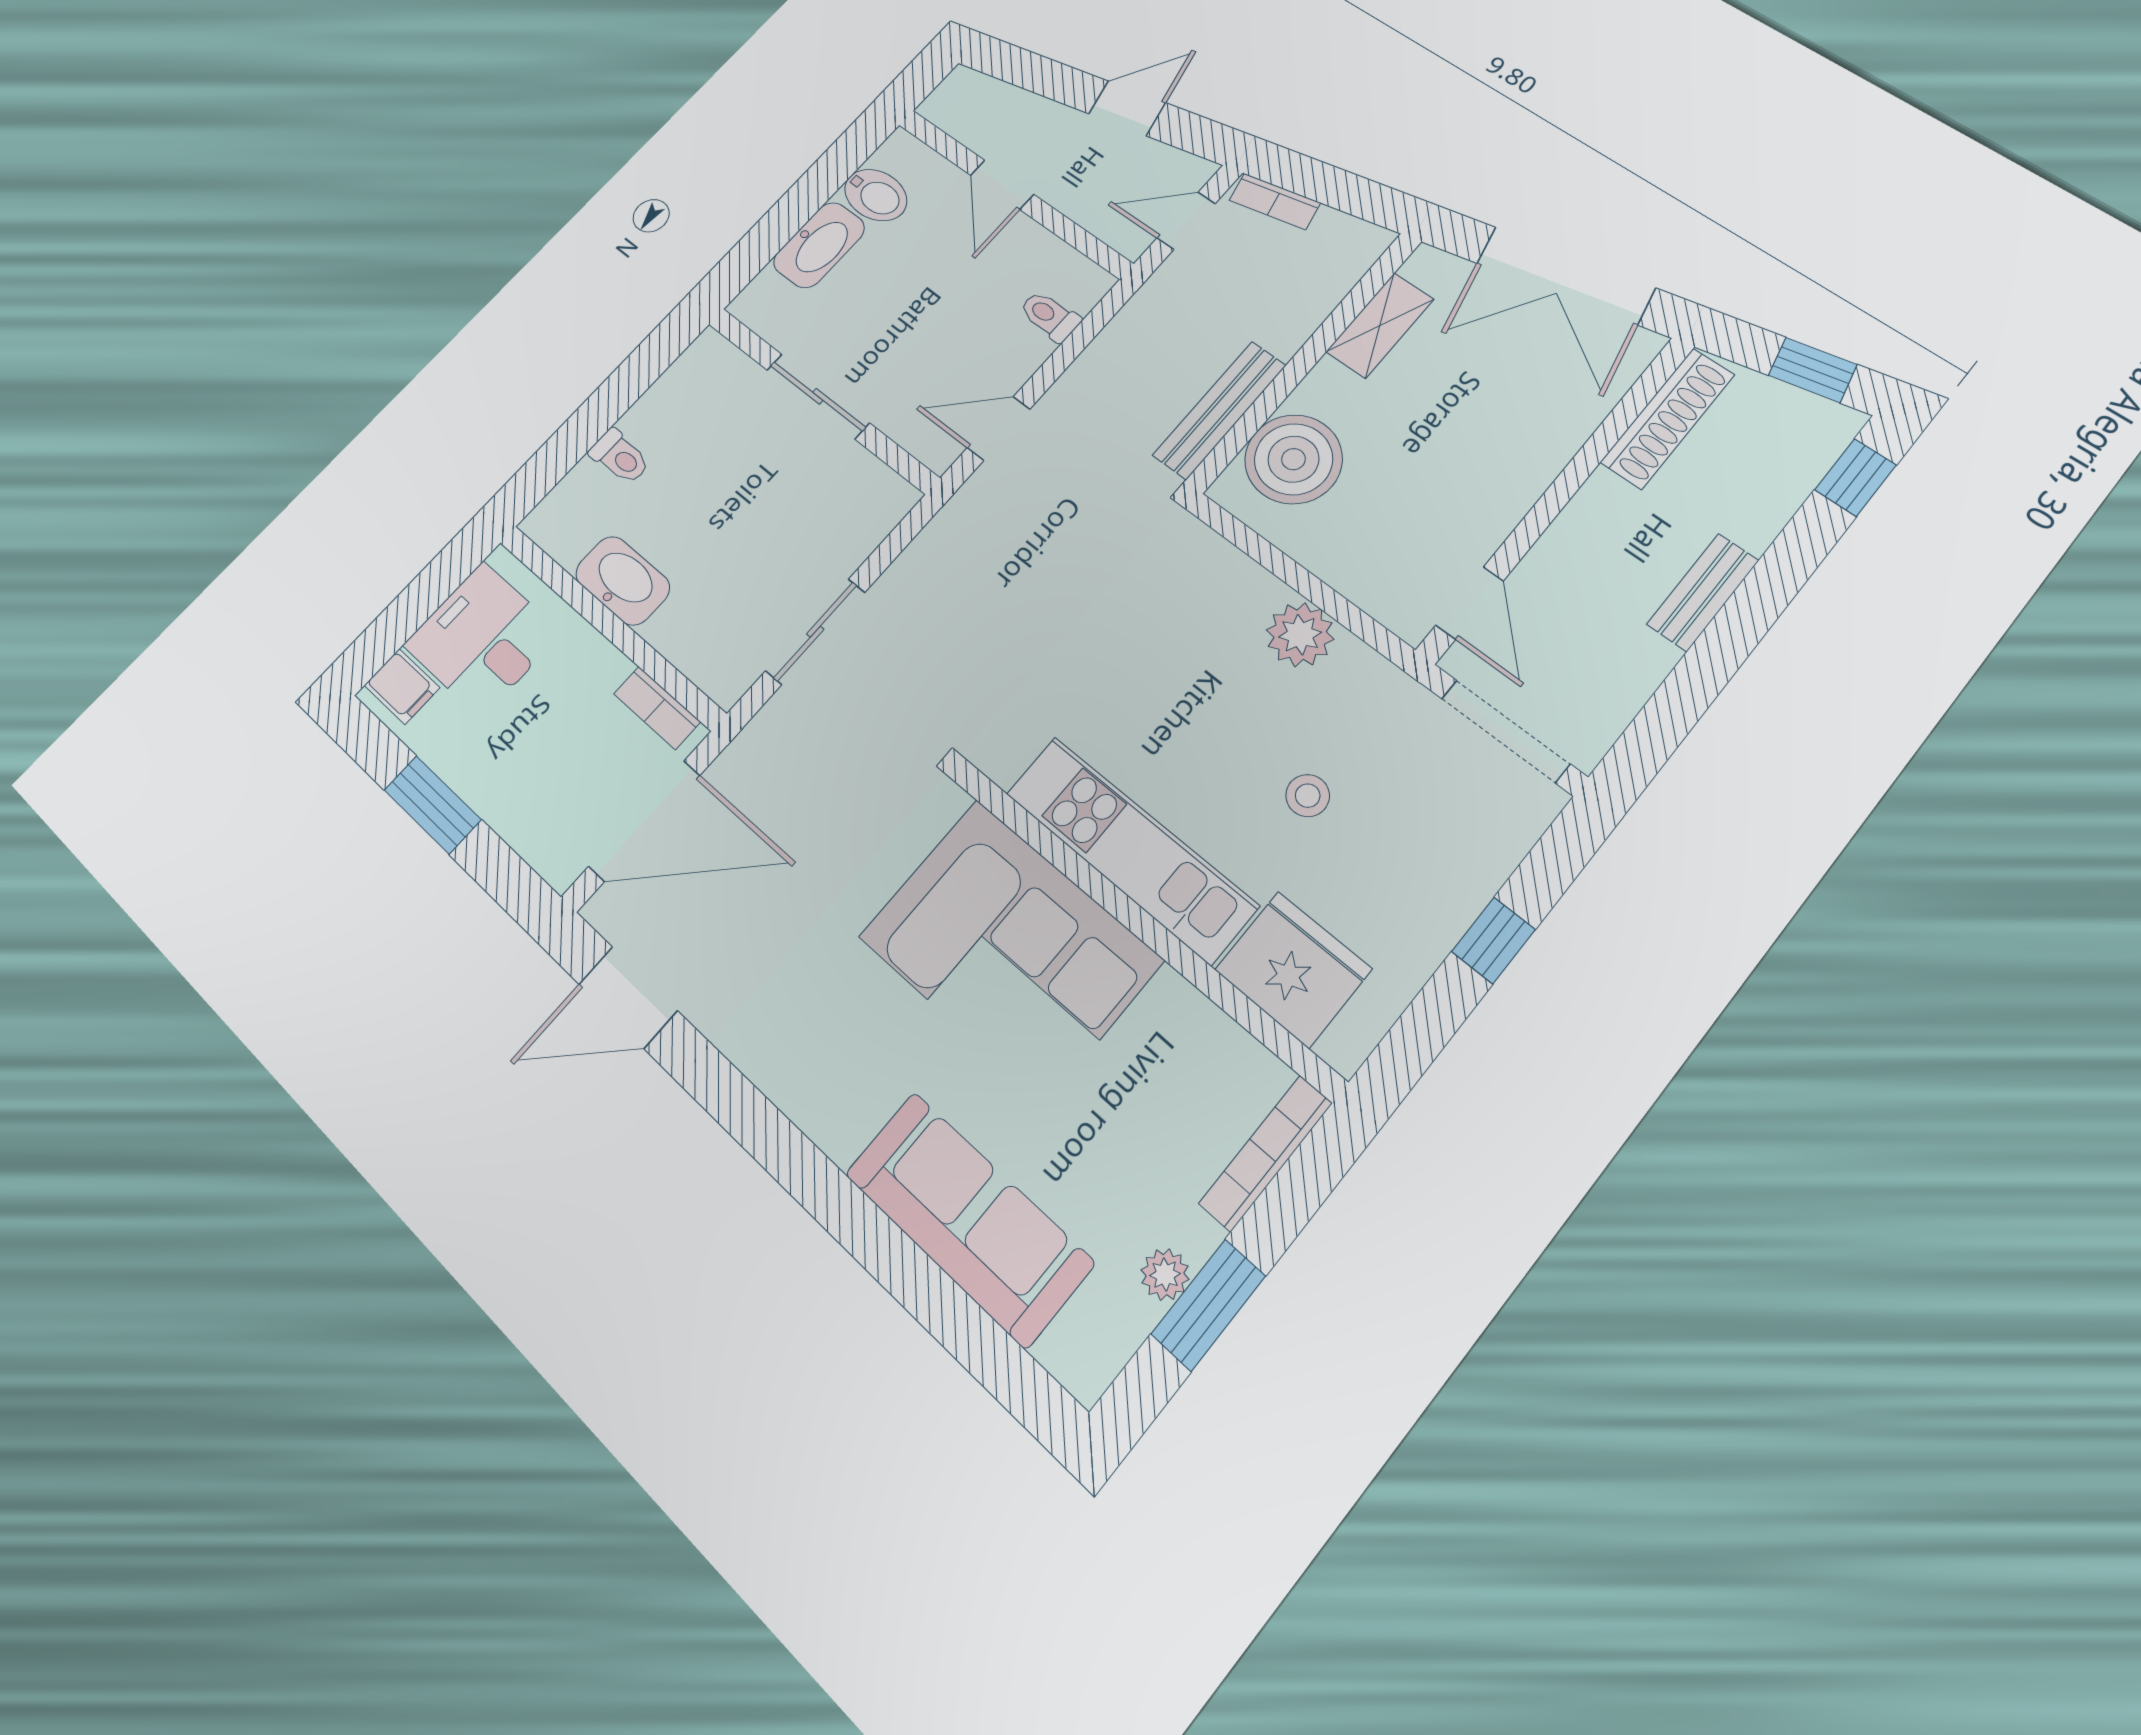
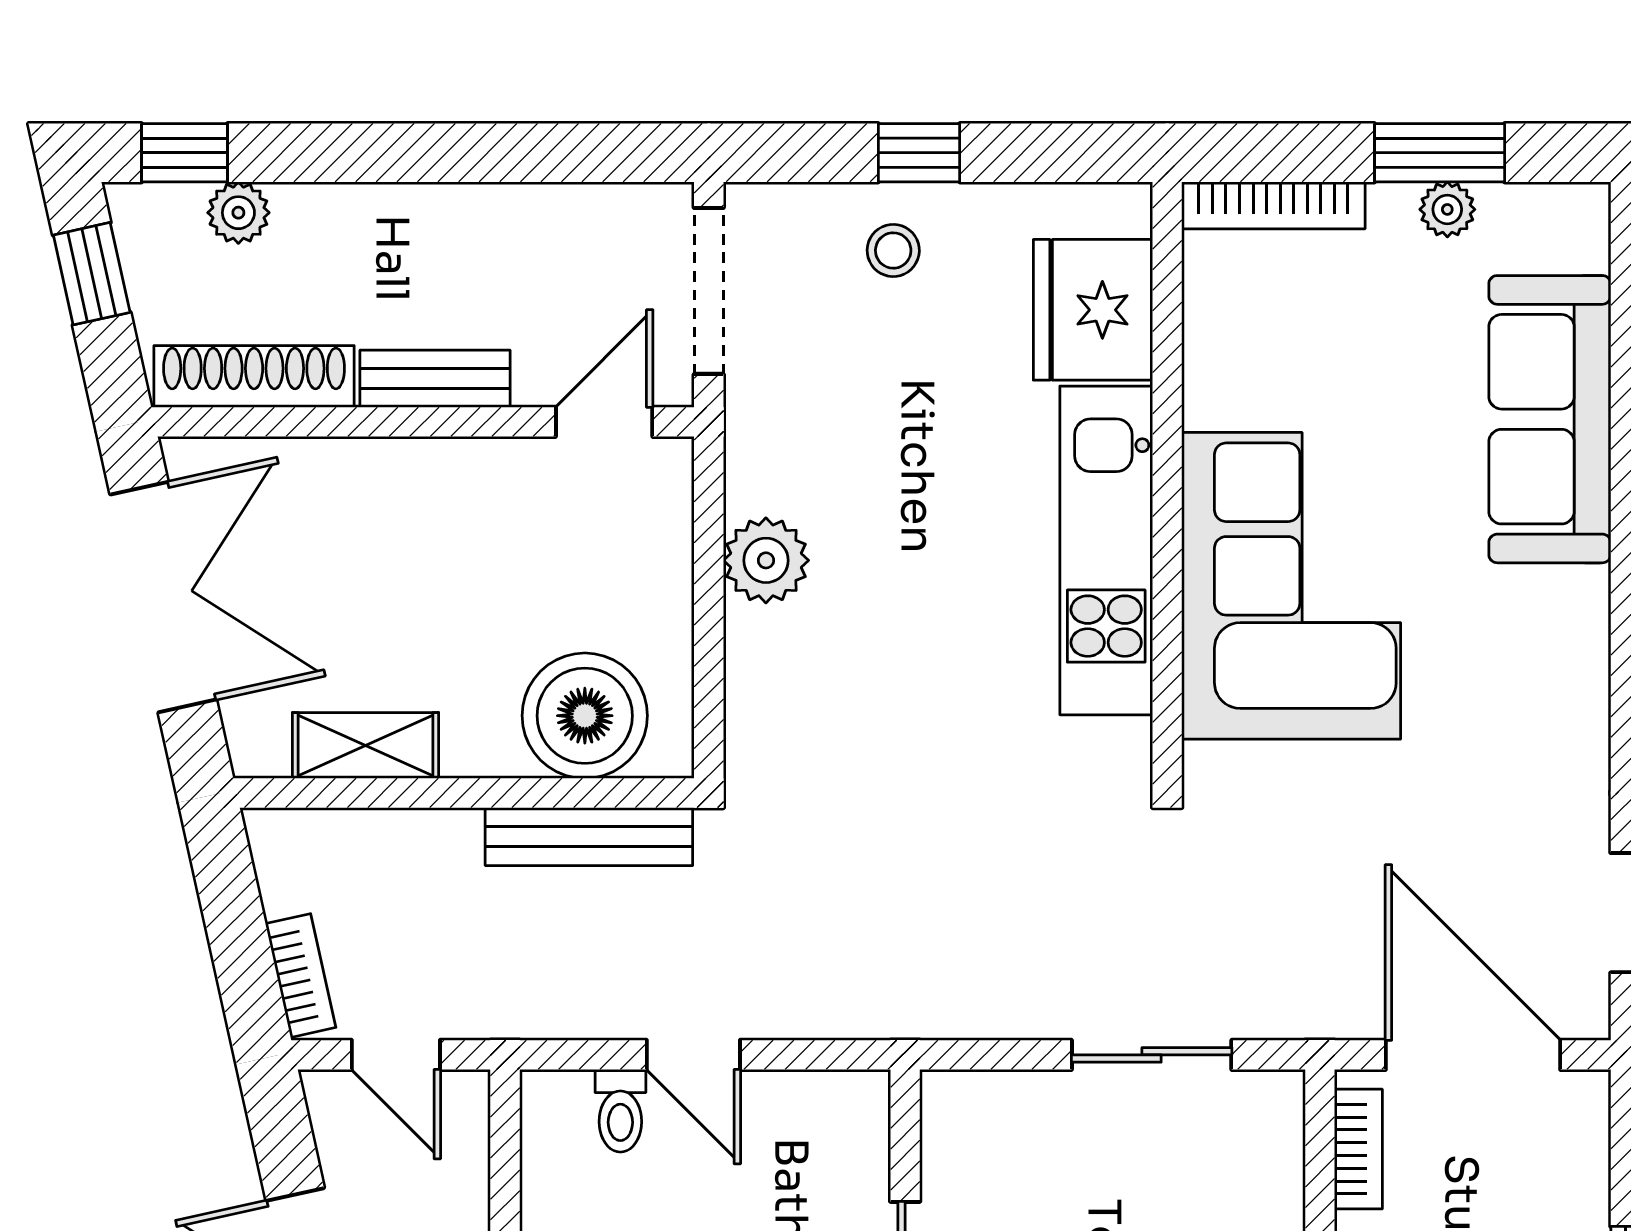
door: (999, 428) -> (693, 1055), moved
plant: (1788, 482) -> (238, 213), added
bench: (1703, 592) -> (435, 379), moved
stool: (1308, 796) -> (893, 250), moved

